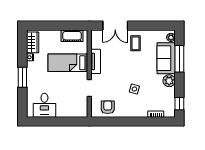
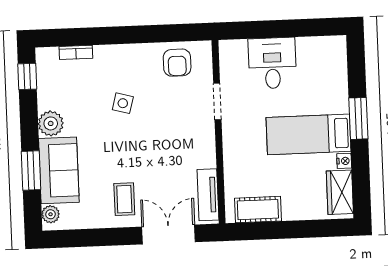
window: (179, 59) -> (31, 170), width x0.69
tv unit: (96, 61) -> (208, 195), moved
bed: (68, 63) -> (309, 134), moved, turned 180
desk: (44, 105) -> (272, 63), moved

